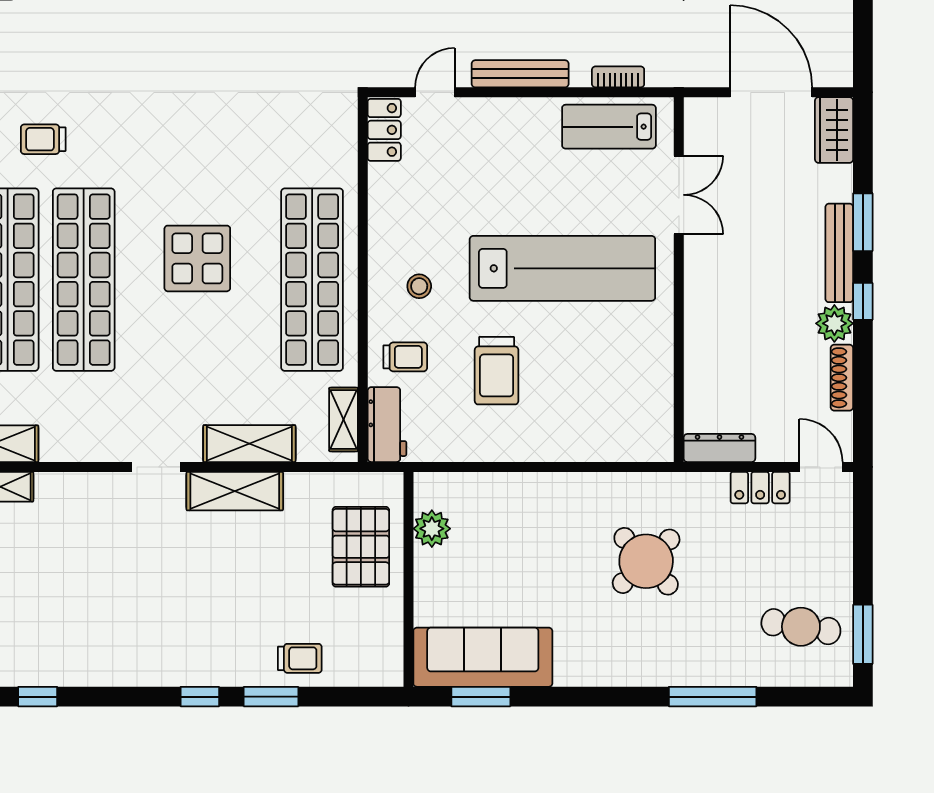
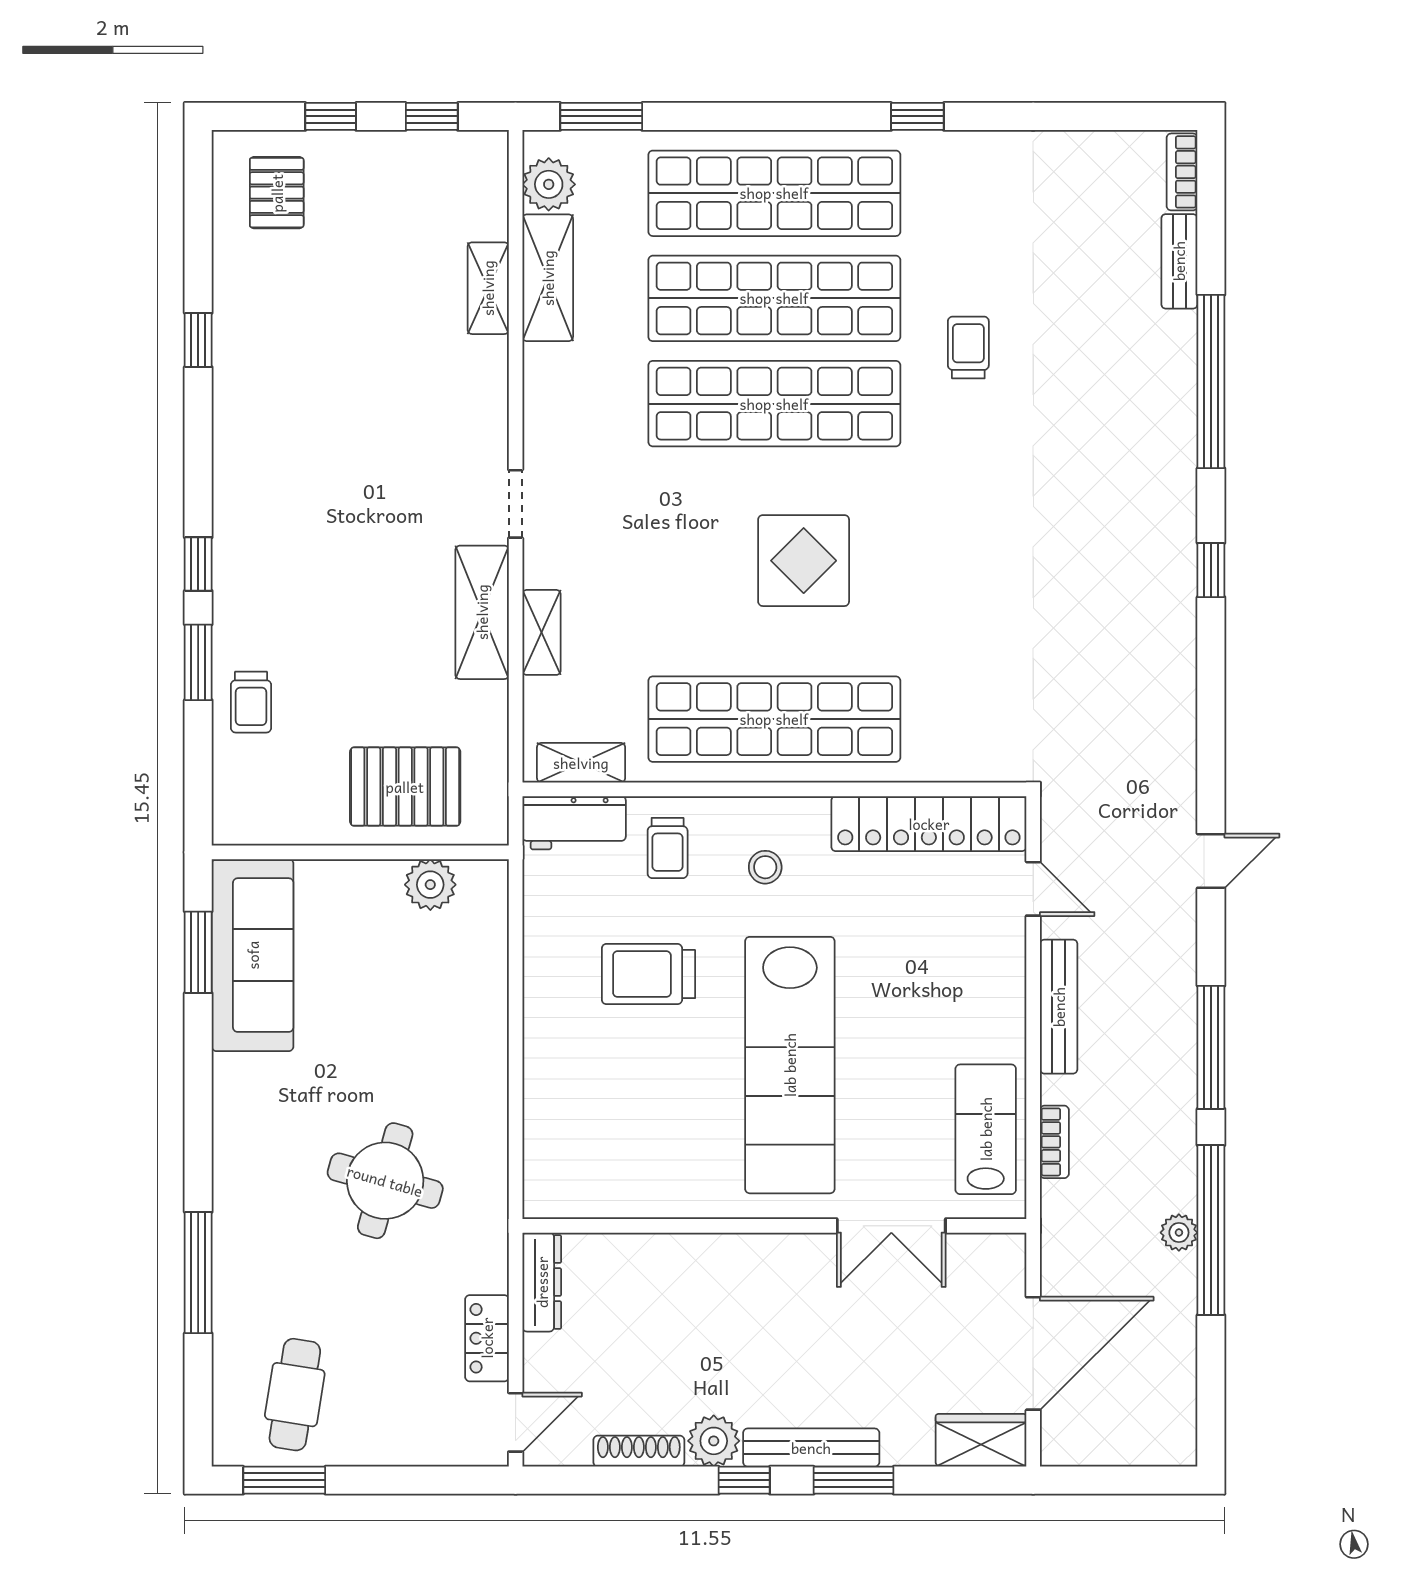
locker: (384, 130) -> (929, 824), width x2.16, depth x1.21
shelving: (249, 444) -> (541, 632), width x0.67, depth x0.75
round table: (646, 561) -> (385, 1181), turned -31

